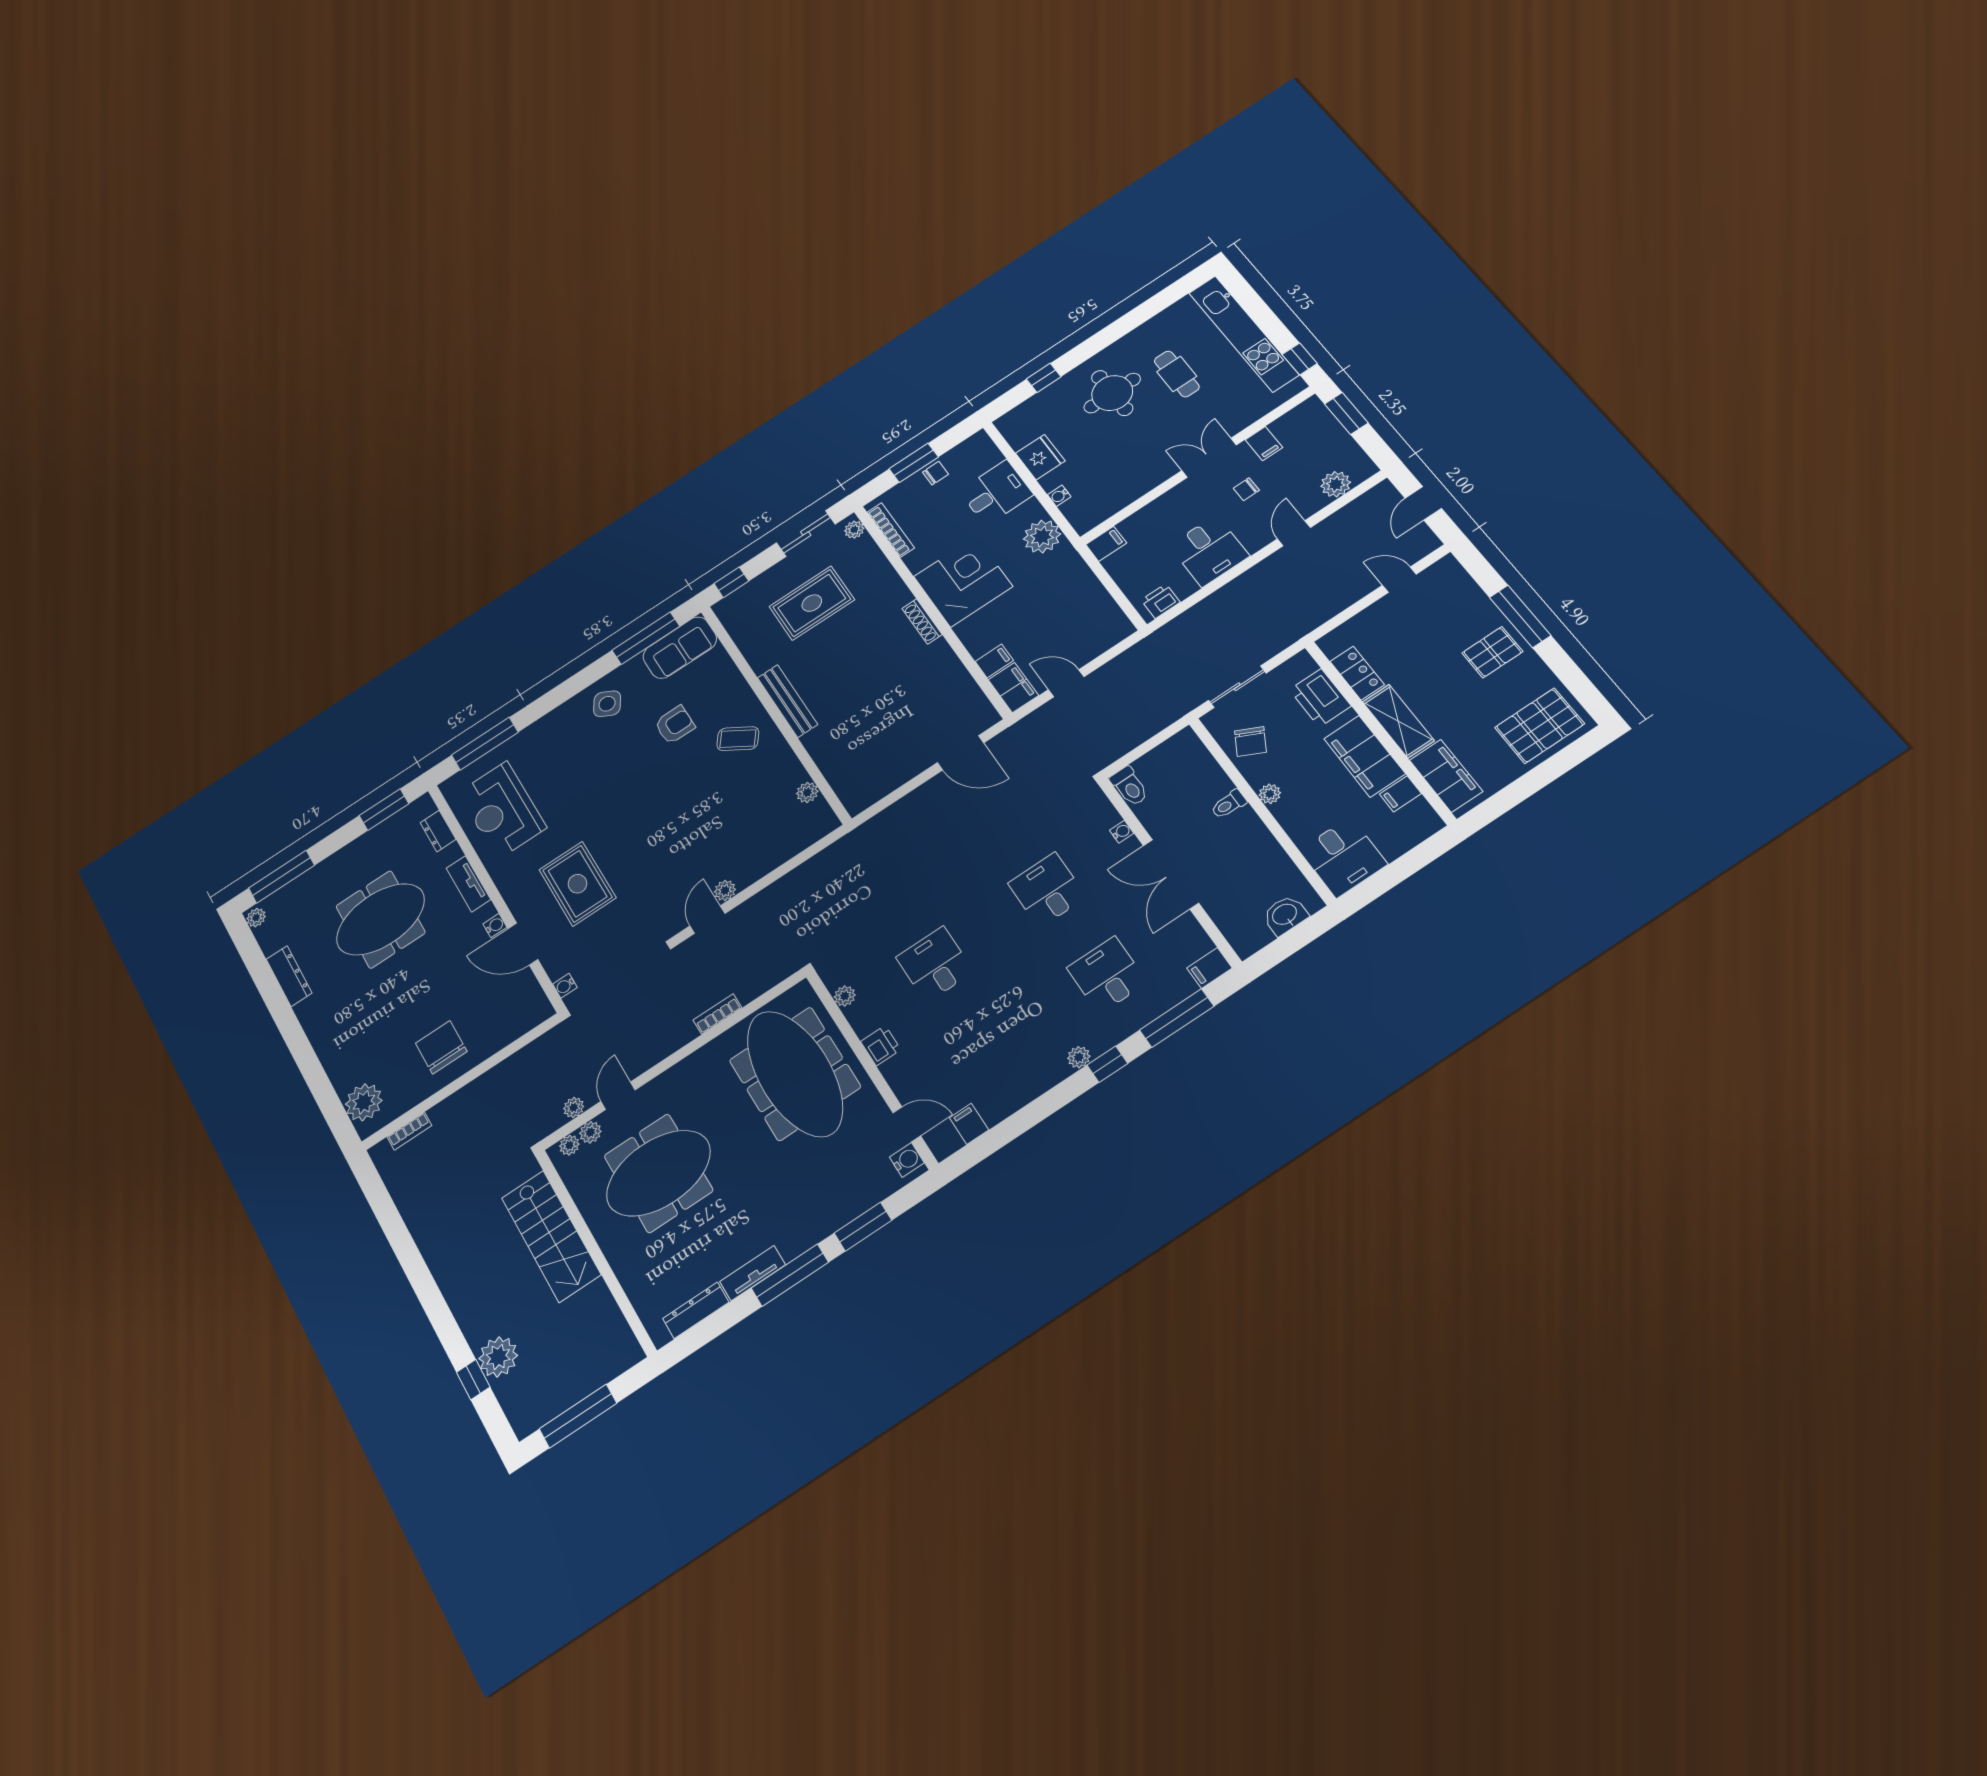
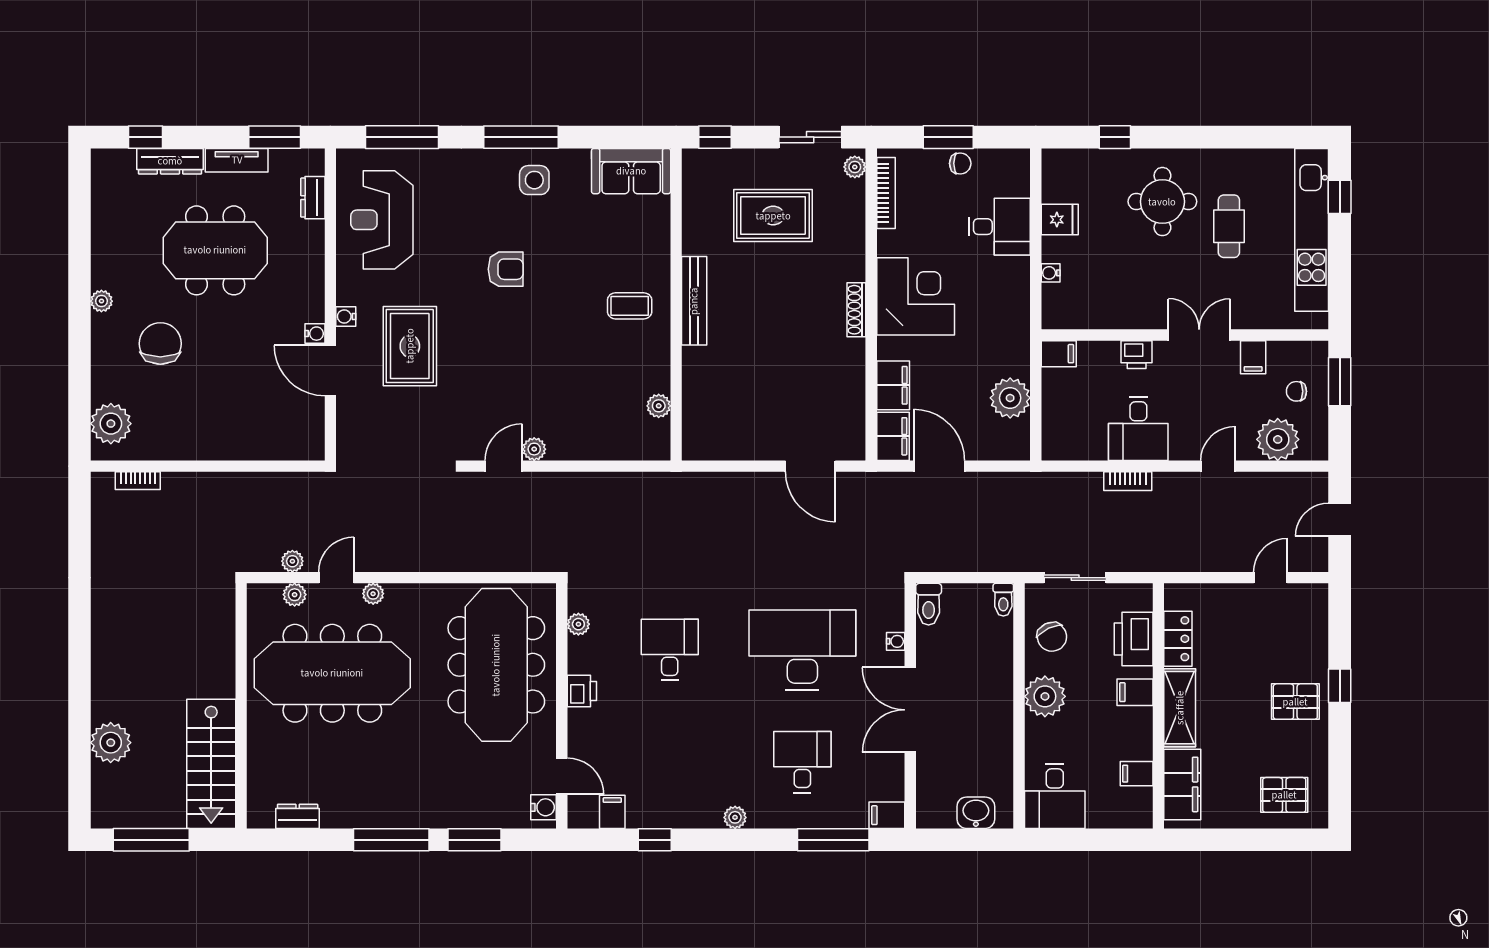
window: (1300, 359) -> (1340, 197), moved
fridge: (1040, 457) -> (1060, 220), width x0.72
plant: (1336, 484) -> (1278, 439), width x1.36, depth x1.36
chair: (1246, 489) -> (1296, 391), moved
plant: (1042, 537) -> (1010, 398), moved
door: (1399, 580) -> (1271, 578), hinge flipped
printer: (1160, 601) -> (1137, 355), moved, turned 180
window: (1520, 616) -> (1340, 686), width x0.46
window: (646, 638) -> (521, 137), moved
filing cabinet: (994, 661) -> (893, 385), width x2.00
door: (1066, 683) -> (939, 466), width x1.38
side table: (607, 704) -> (534, 180), turned -30
armchair: (675, 725) -> (506, 269), moved
pallet: (1540, 726) -> (1284, 795), width x0.67, depth x0.71
coffee table: (738, 739) -> (630, 306), turned -35
chair: (1250, 742) -> (1052, 637), turned -53
filing cabinet: (1365, 756) -> (1135, 692), width x0.33, depth x0.86
plant: (1270, 794) -> (1045, 696), width x1.88, depth x1.88
toilet: (1229, 804) -> (1003, 600), moved, turned -90
window: (282, 877) -> (145, 137), width x0.46
tv unit: (468, 884) -> (237, 160), moved, turned -90
desk: (1047, 890) -> (802, 650), width x1.87, depth x1.30
plant: (256, 918) -> (101, 301), moved
dresser: (289, 976) -> (170, 161), moved, turned 90
water cooler: (565, 986) -> (346, 316), moved
bookcase: (717, 1014) -> (1128, 481), moved, turned 180
chair: (441, 1047) -> (160, 344), moved
window: (1107, 1064) -> (655, 840), moved
plant: (569, 1145) -> (373, 594), moved
meeting table: (658, 1173) -> (332, 673), width x1.36
stairs: (551, 1236) -> (211, 764), moved
tv unit: (753, 1273) -> (362, 817), removed
dresser: (696, 1310) -> (298, 816), width x0.70
window: (473, 1380) -> (79, 748), removed

